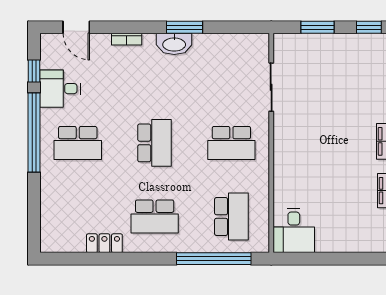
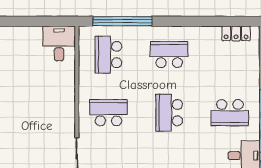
school desk: (78, 143) -> (230, 113), turned 180
locker: (104, 243) -> (236, 33), moved

